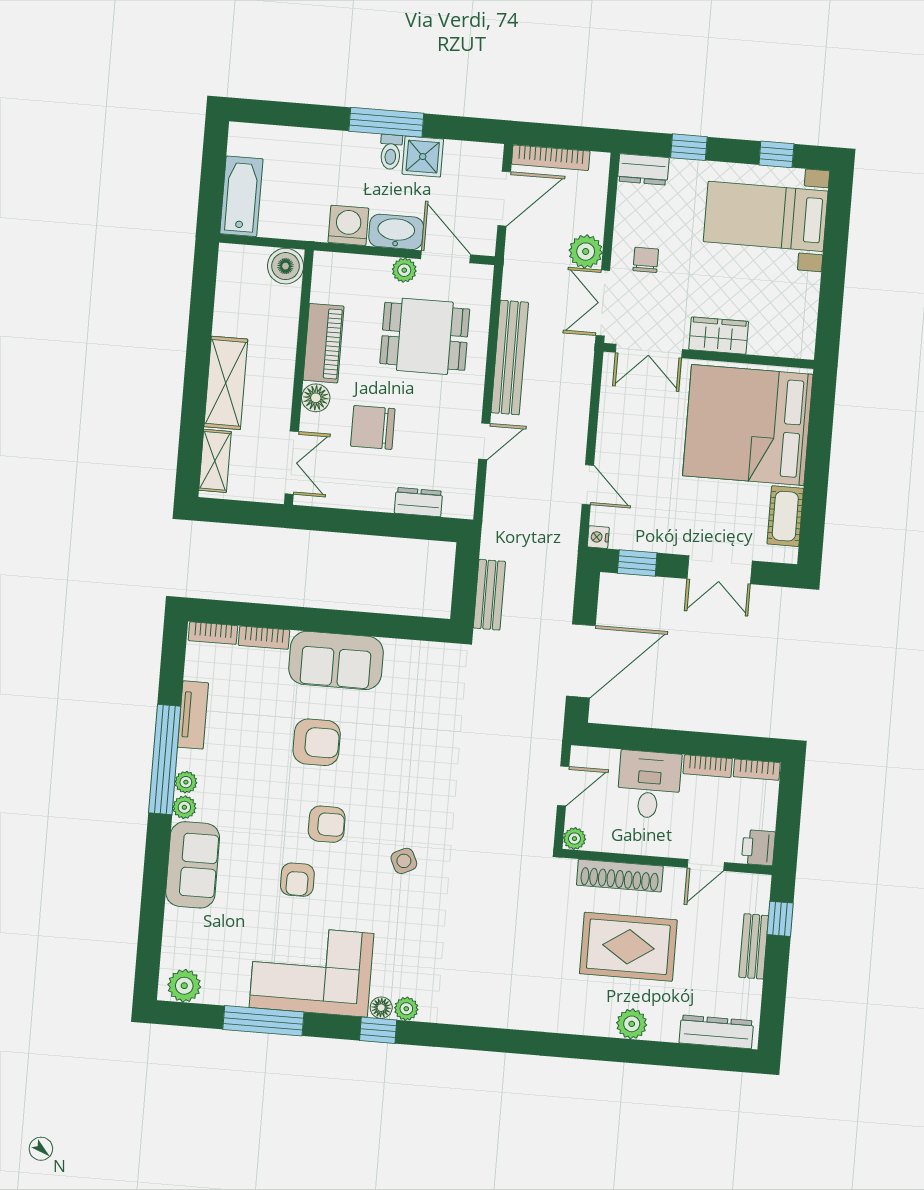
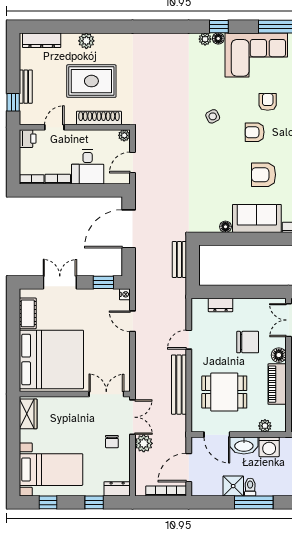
plant: (404, 270) -> (265, 426), moved
wardrobe: (719, 336) -> (28, 414), moved, turned -90
floor lamp: (397, 650) -> (225, 227), added

